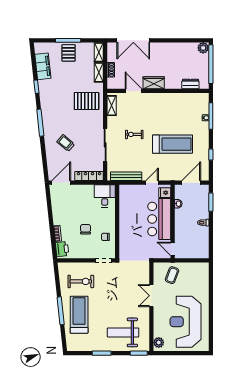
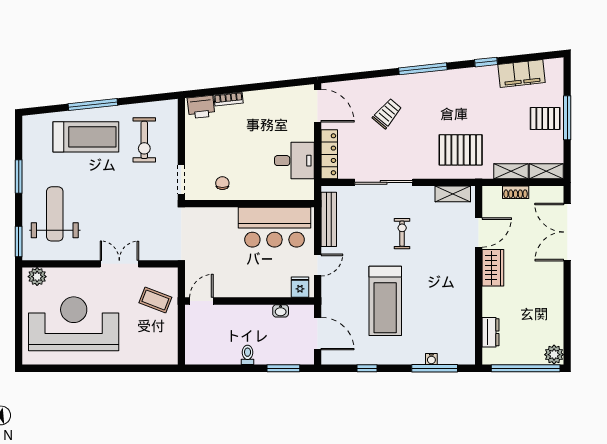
pallet: (87, 101) -> (461, 150), turned 90
door: (152, 183) -> (318, 265), hinge flipped
desk: (105, 196) -> (294, 161), moved
bar counter: (159, 219) -> (274, 227), moved, turned 180
chair: (86, 229) -> (236, 148), removed

